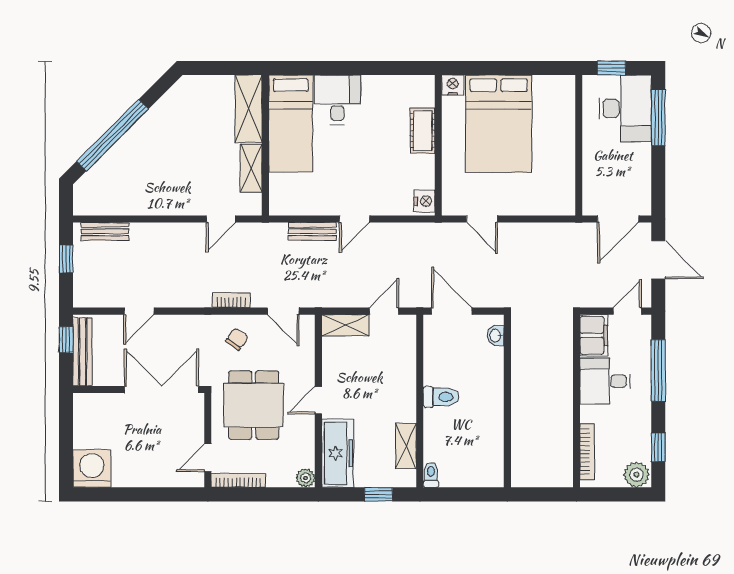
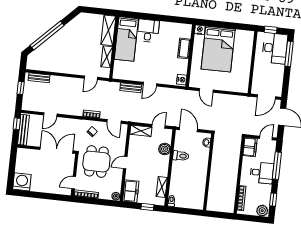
boiler: (403, 360) -> (165, 149), added
desk: (605, 381) -> (262, 173), moved, turned 180
toilet: (441, 397) -> (181, 156), moved
freezer: (338, 453) -> (131, 191), width x0.71

